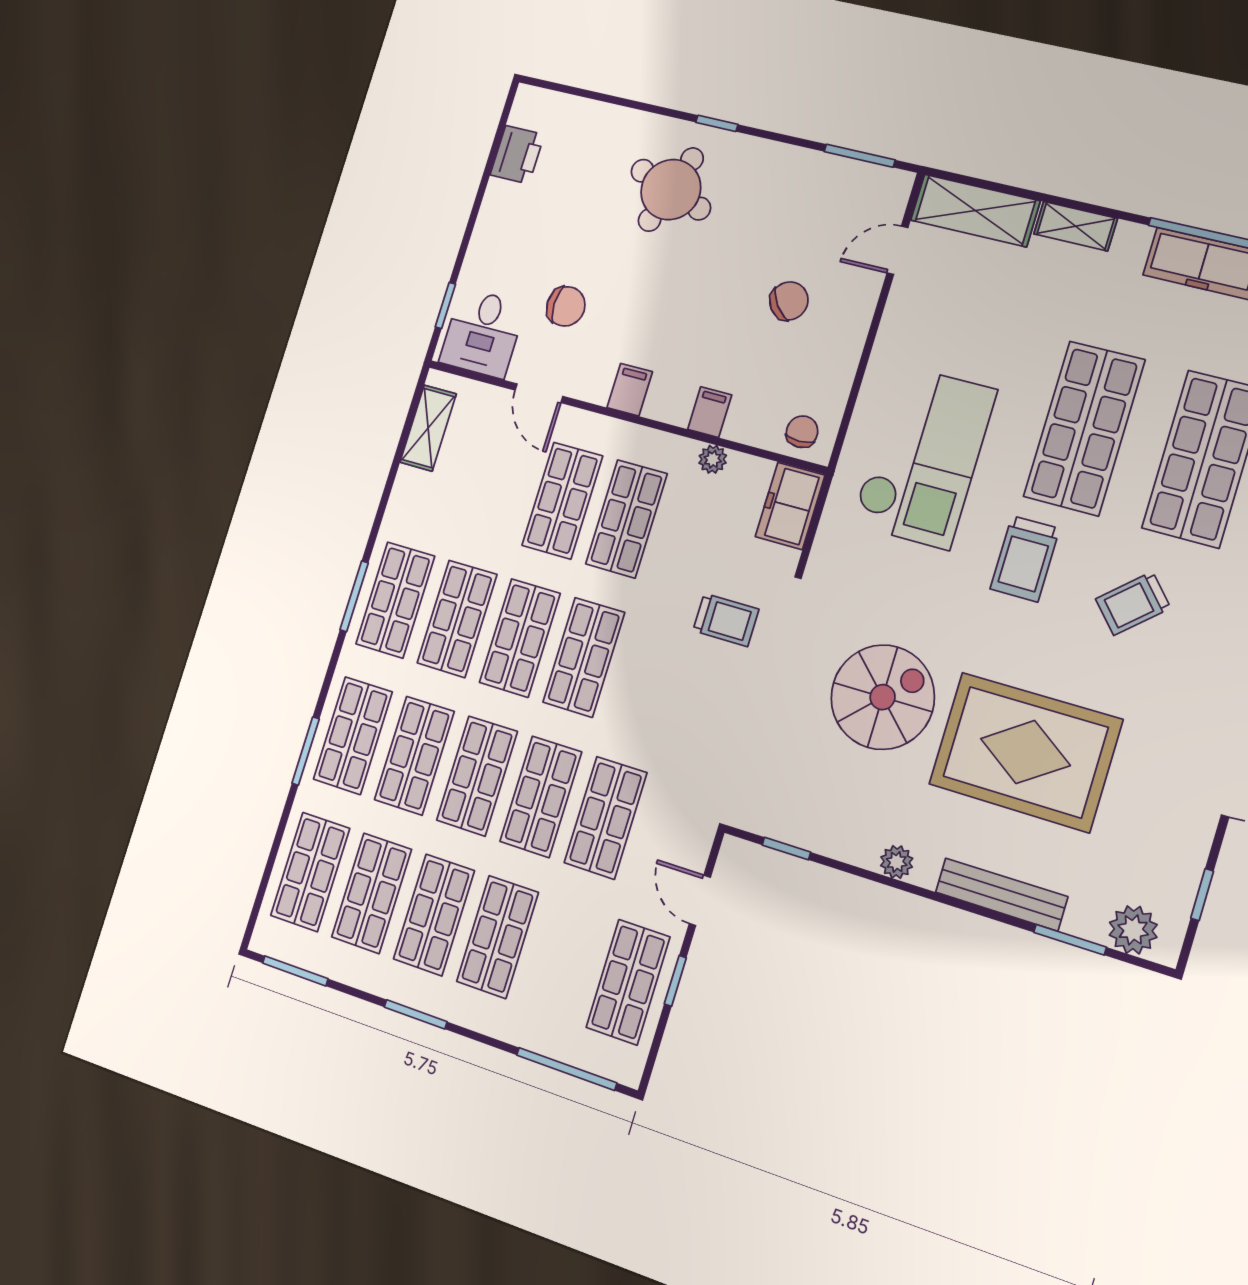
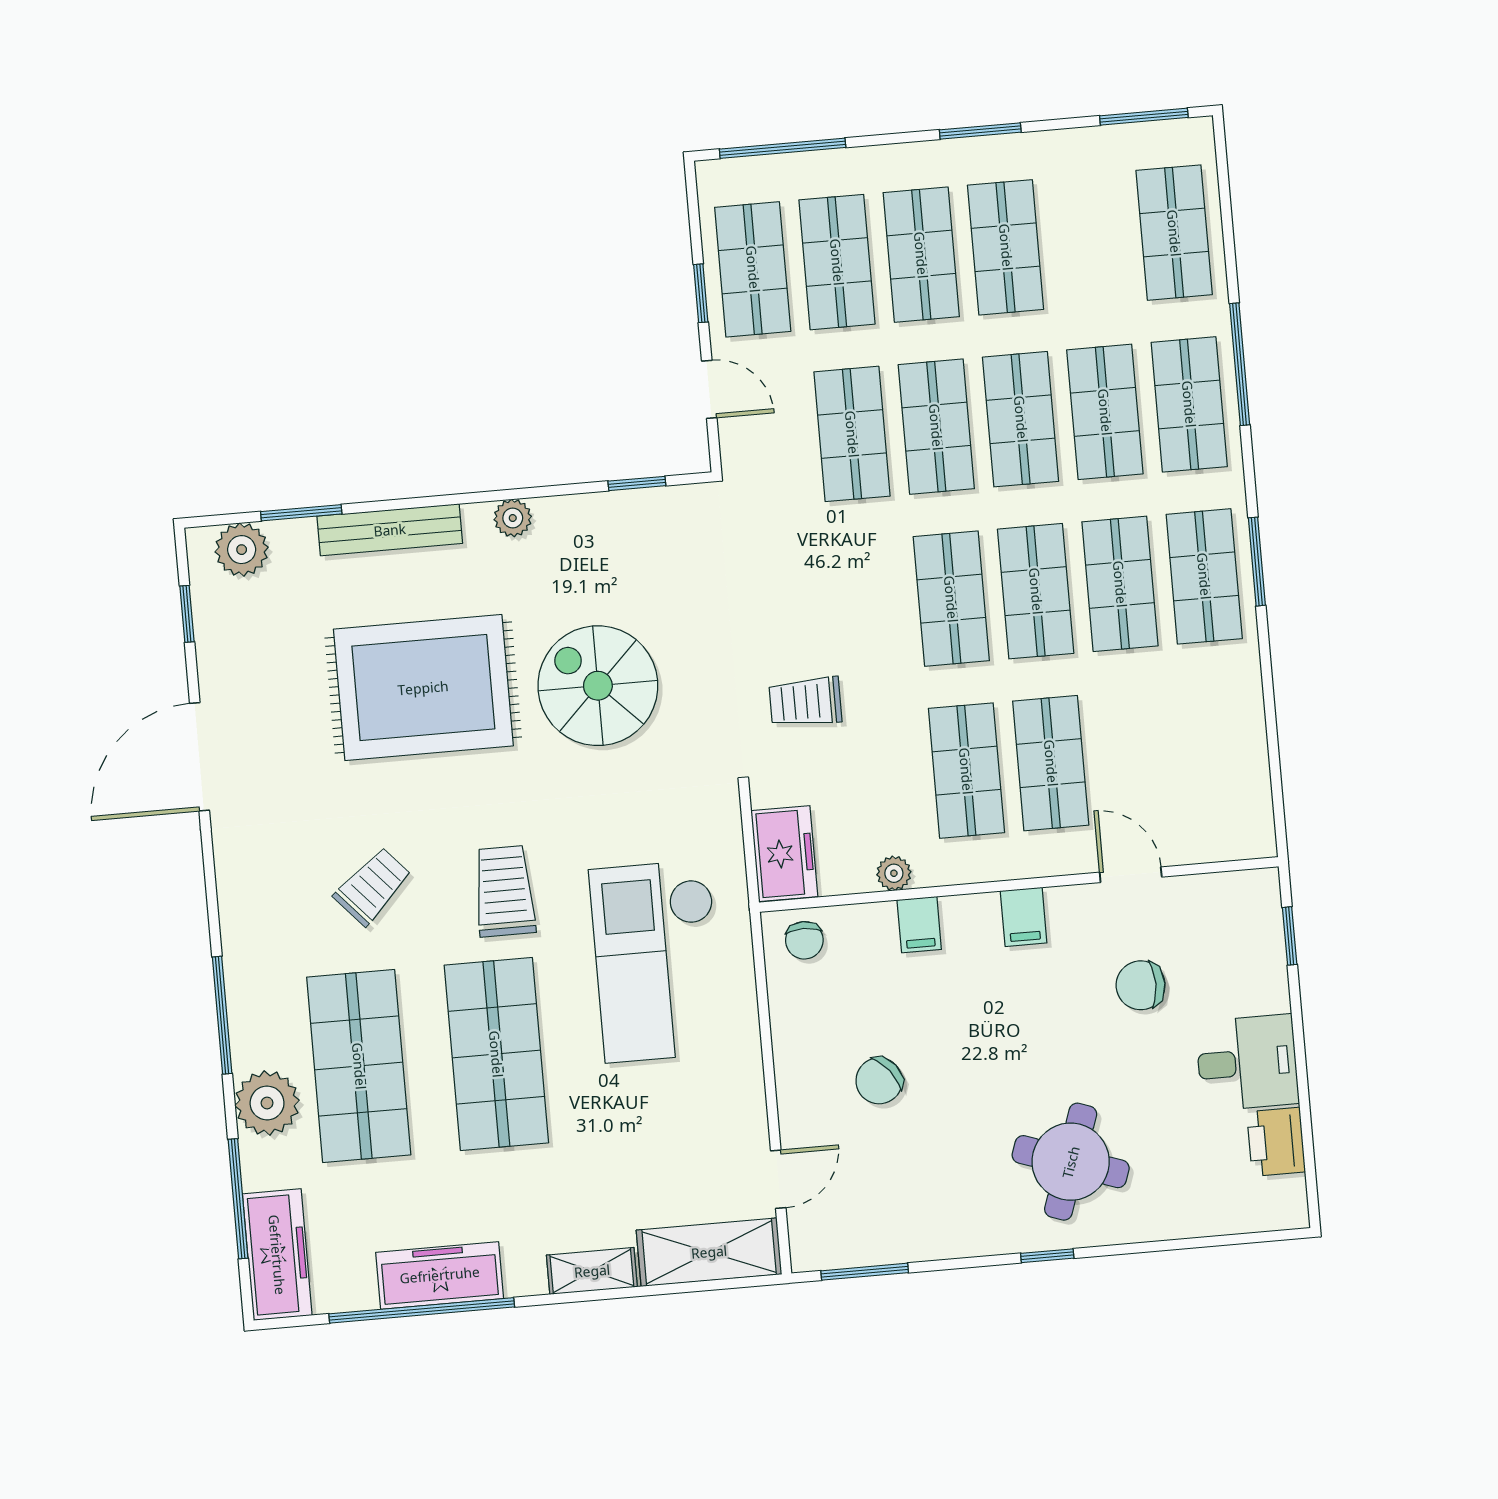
desk: (483, 333) -> (1247, 1063), moved, turned 90
shelving: (428, 428) -> (1249, 787), removed
spiral stairs: (883, 697) -> (598, 686), turned 90
window: (306, 751) -> (1240, 364), width x1.44
shop shelf: (372, 893) -> (837, 262), moved

